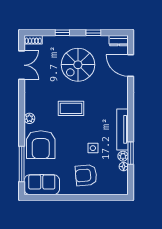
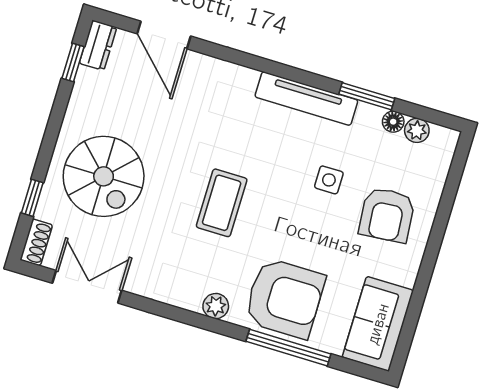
window: (62, 33) -> (32, 198), moved
window: (93, 33) -> (73, 63), moved
spiral stairs: (78, 65) -> (104, 176), moved
door: (131, 65) -> (164, 35), hinge flipped
plant: (123, 156) -> (417, 130), moved
window: (22, 164) -> (288, 348), moved

